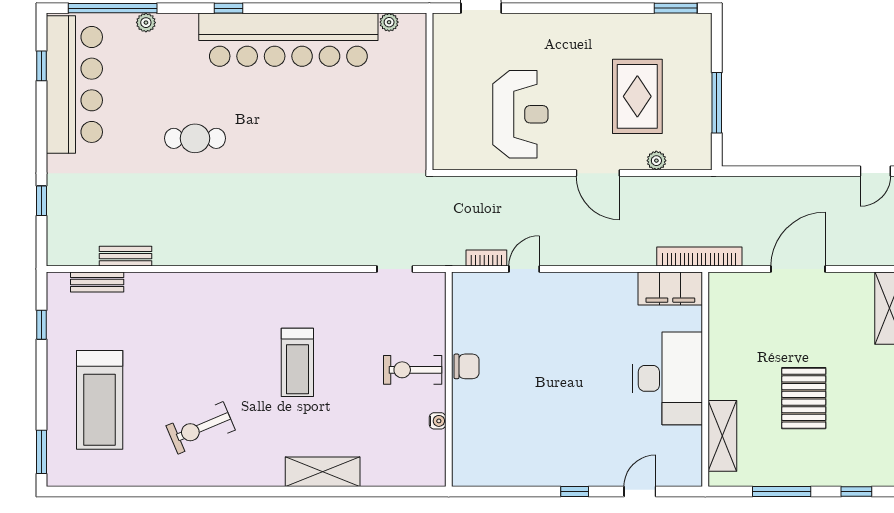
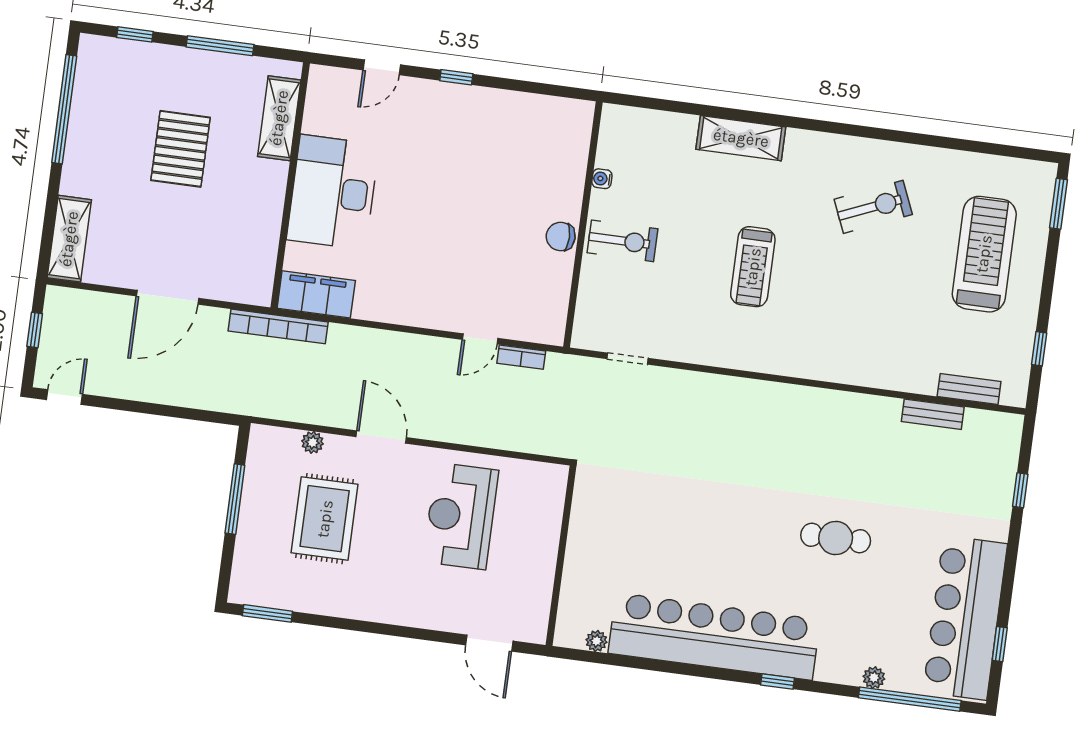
treadmill: (297, 362) -> (753, 267), turned 180

